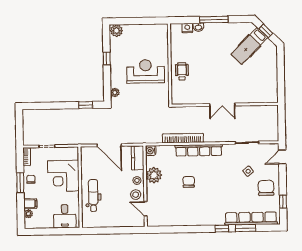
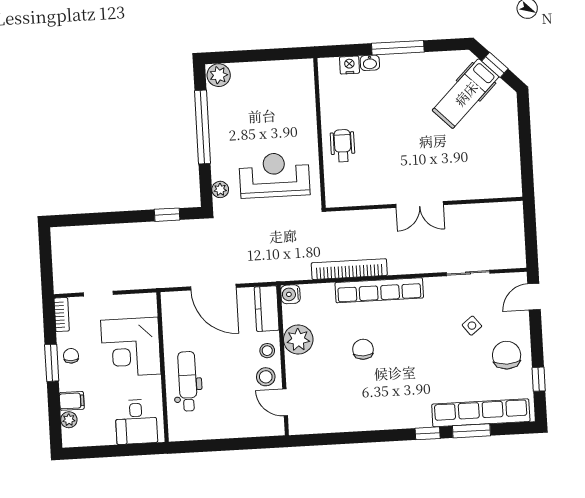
window: (107, 58) -> (202, 127), width x3.17
reception desk: (146, 71) -> (274, 175), moved

